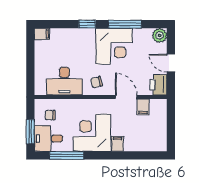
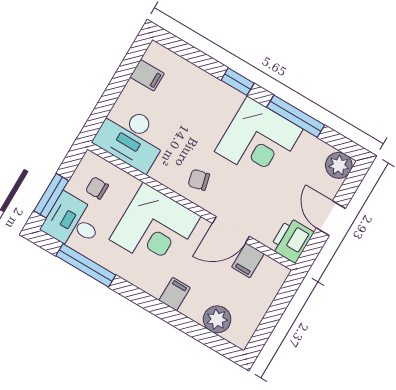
filing cabinet: (42, 34) -> (147, 75), moved
desk: (64, 81) -> (131, 137), moved
door: (126, 97) -> (231, 230), swing flipped
corner desk: (92, 133) -> (155, 228), moved, turned 180
plant: (145, 144) -> (217, 319), added

